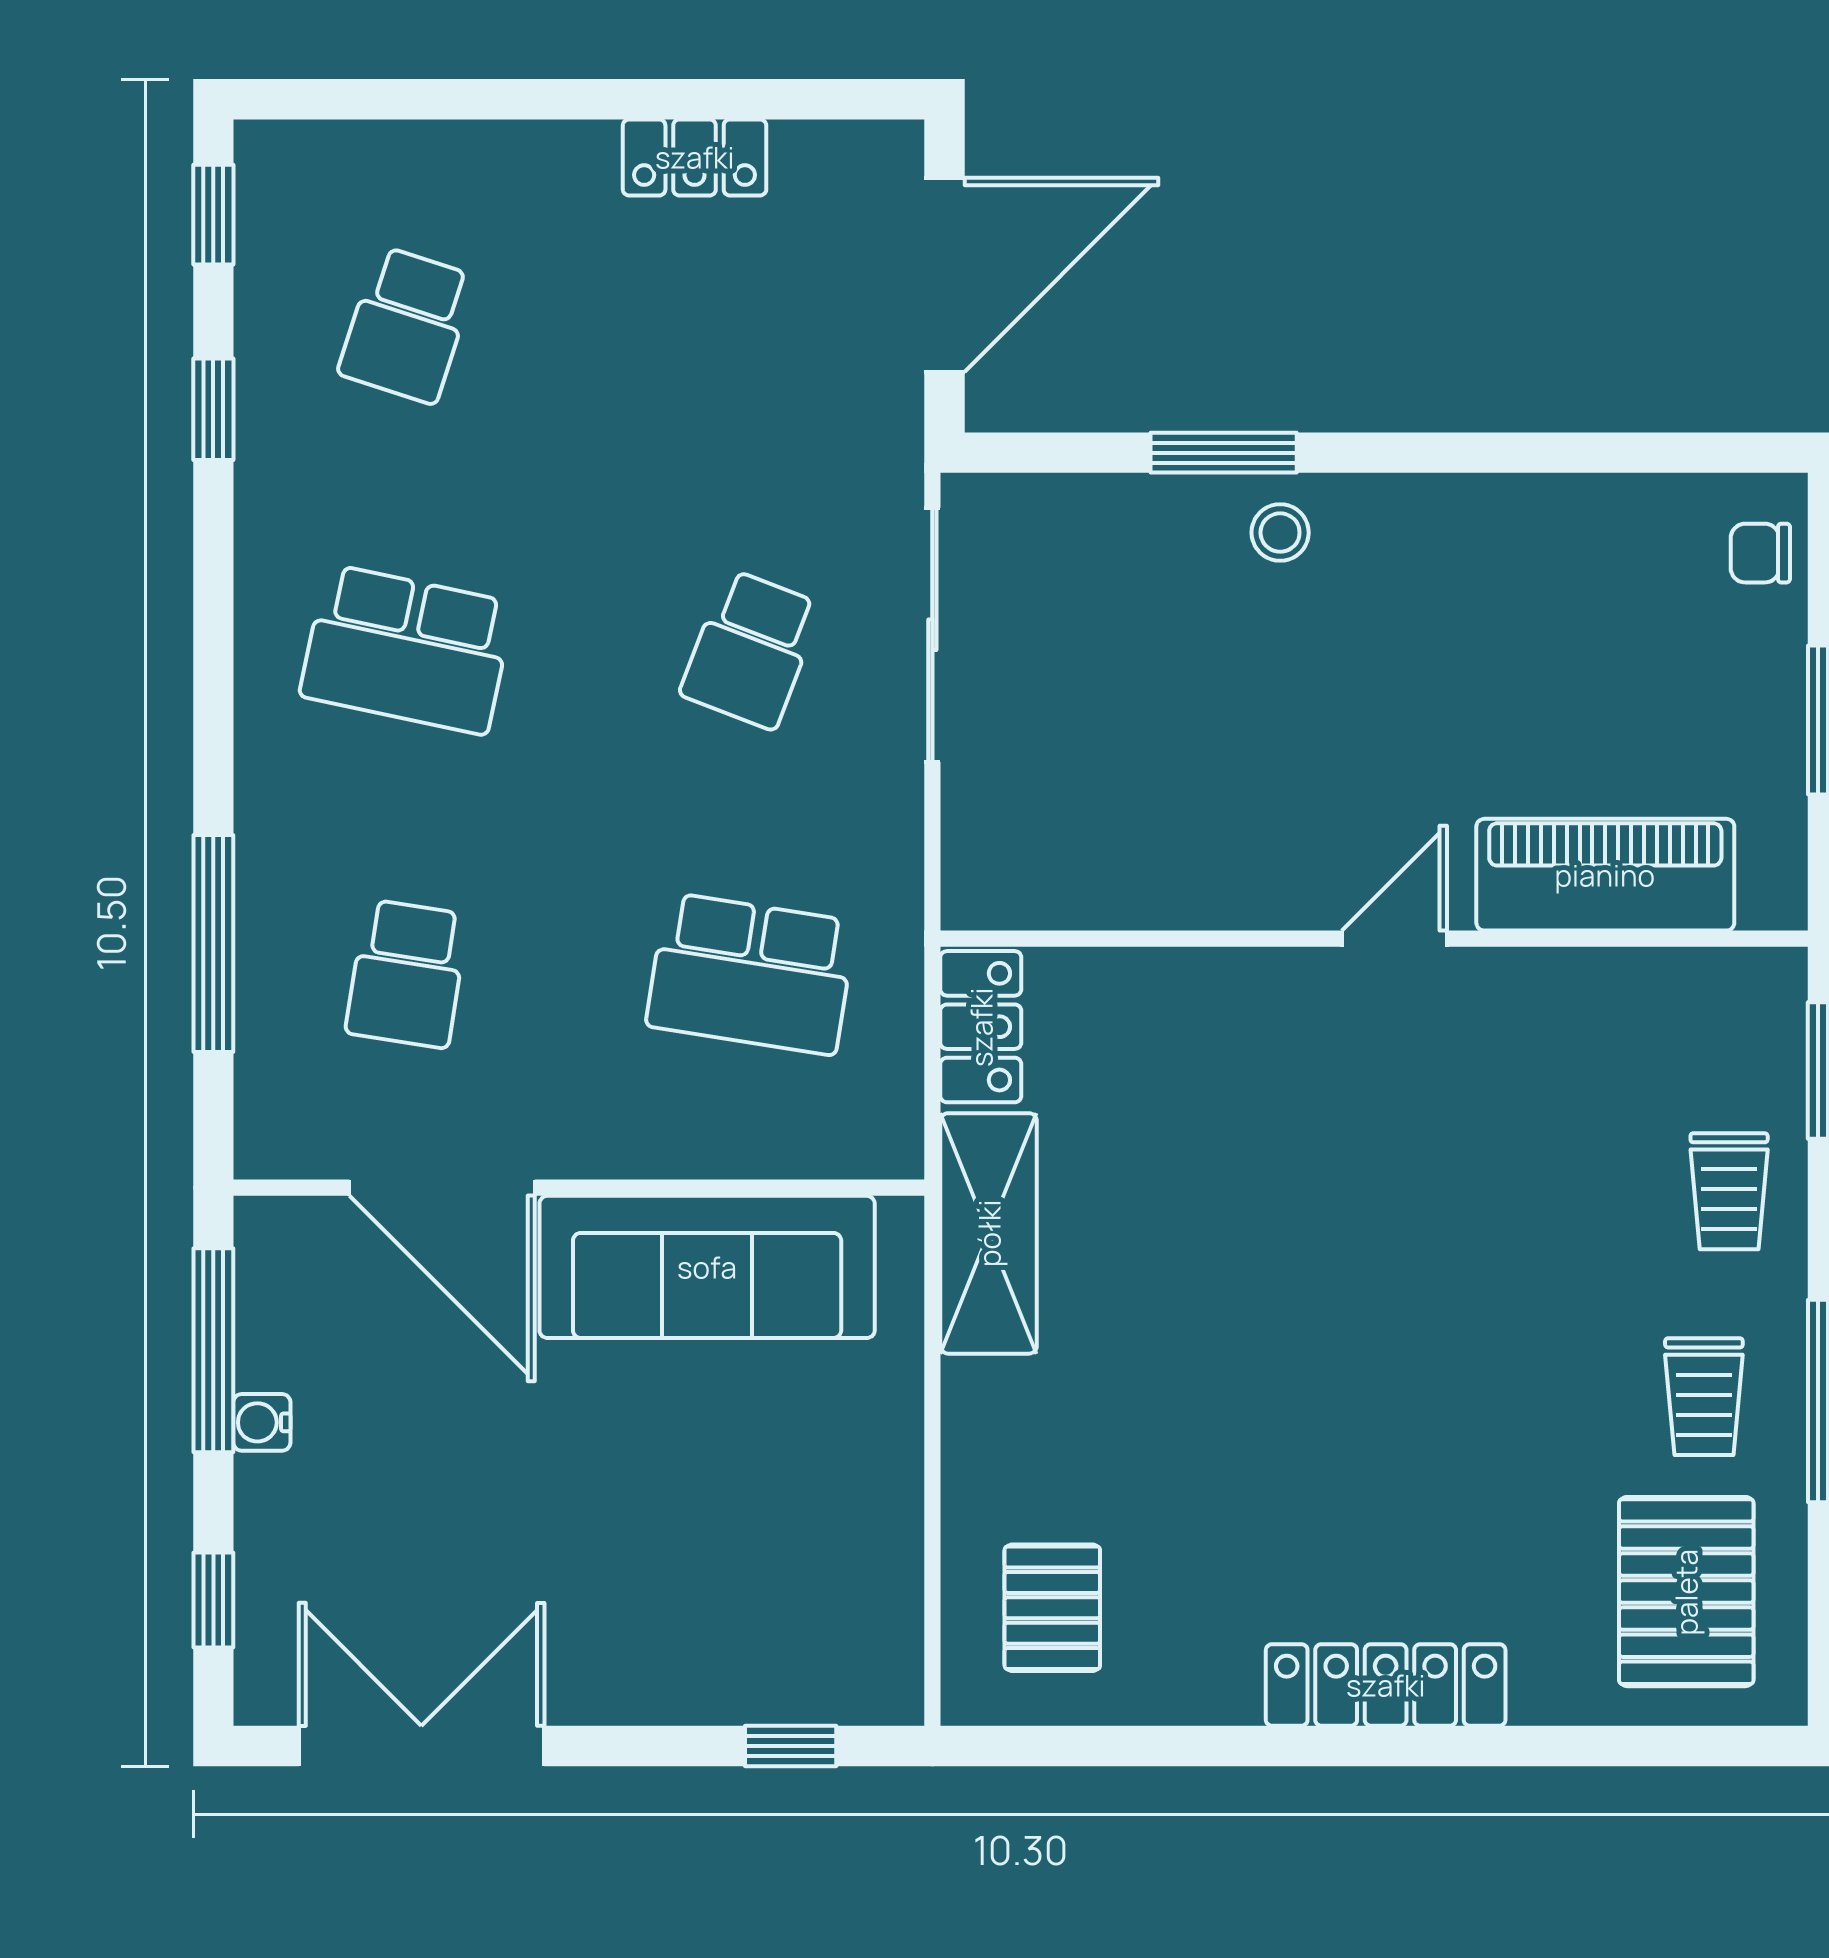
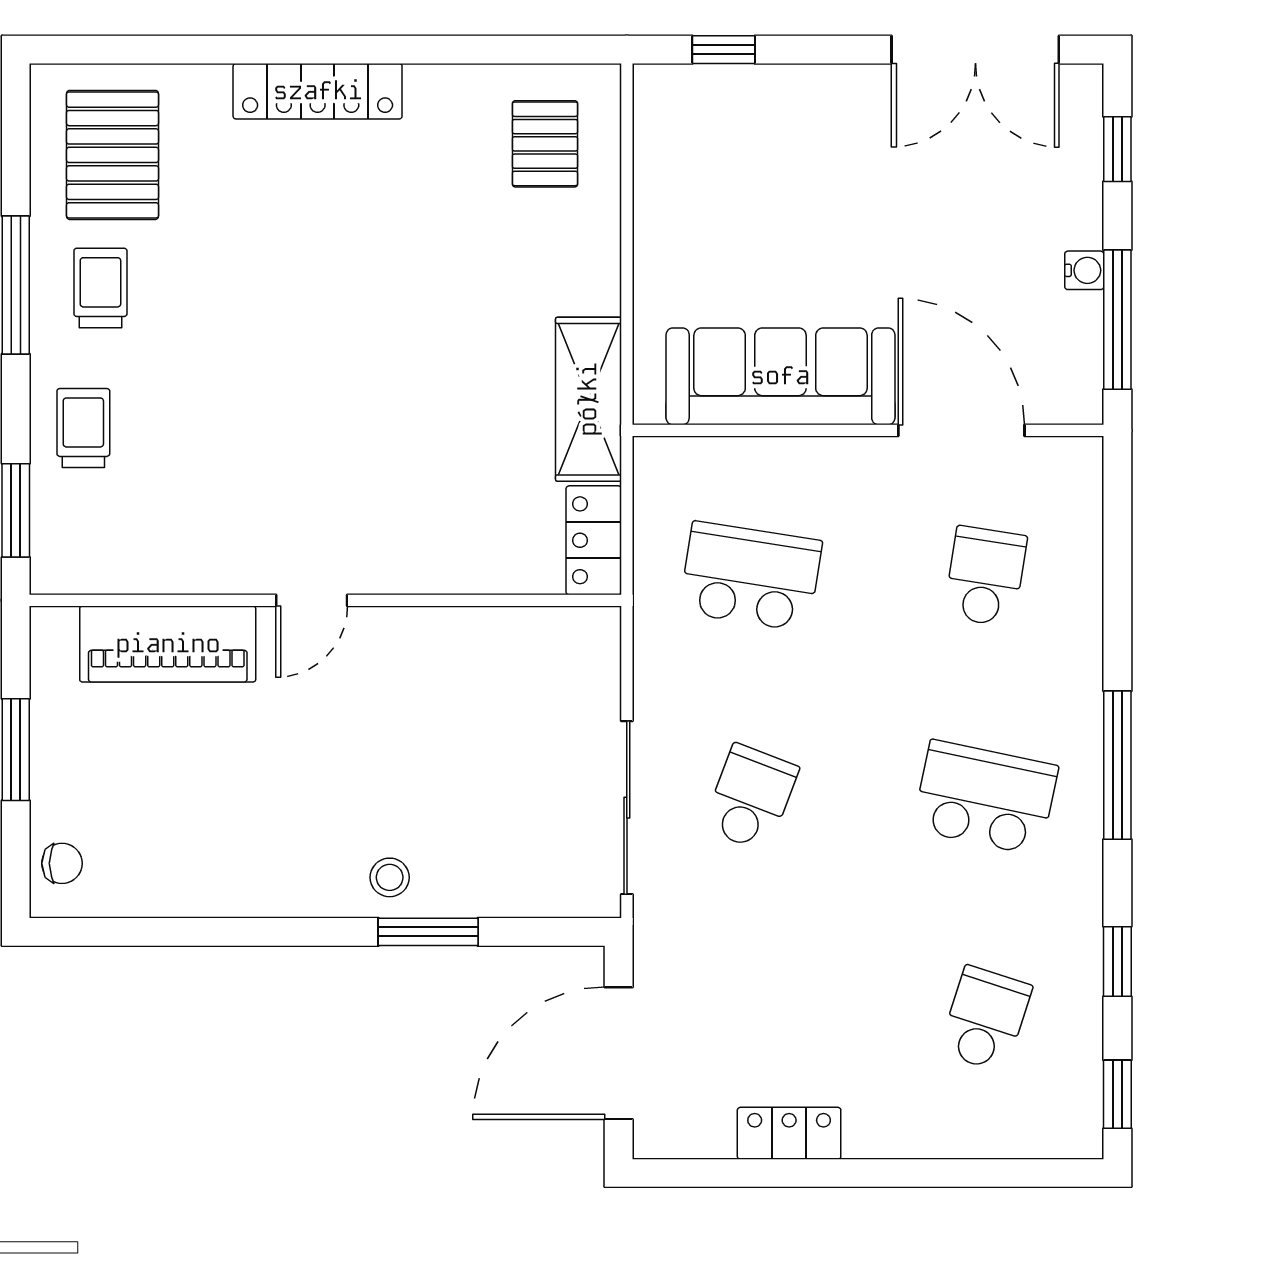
window: (213, 943) -> (1117, 765), moved

